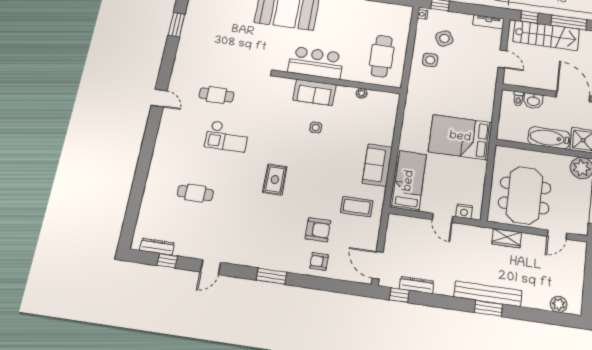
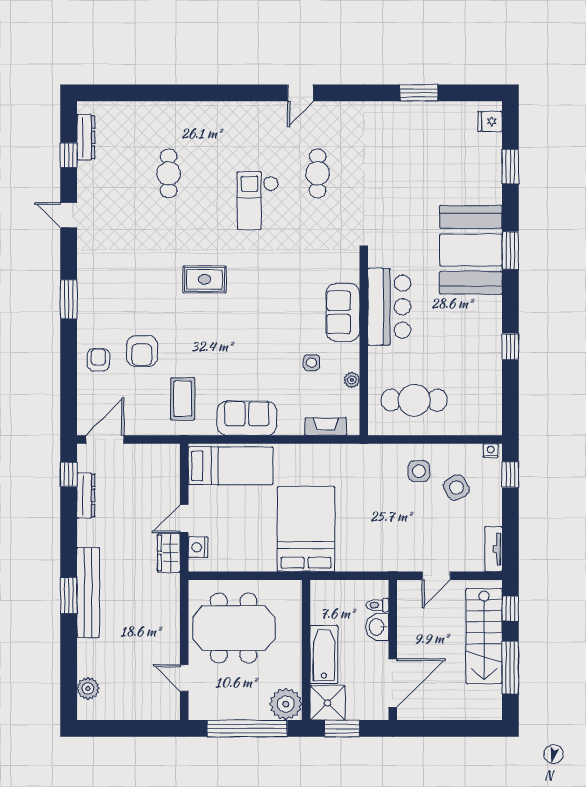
fireplace: (391, 114) -> (326, 427), added
side table: (316, 127) -> (312, 363), moved
wardrobe: (507, 238) -> (169, 553), moved

